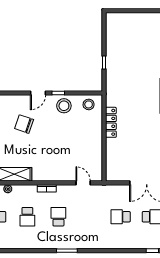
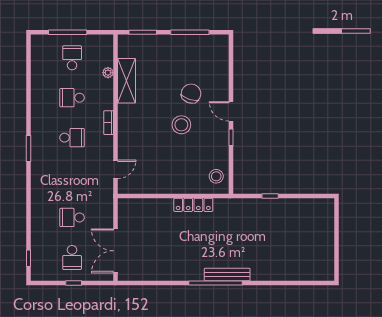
stool: (64, 106) -> (181, 125), moved
school desk: (121, 217) -> (72, 217), turned -90

